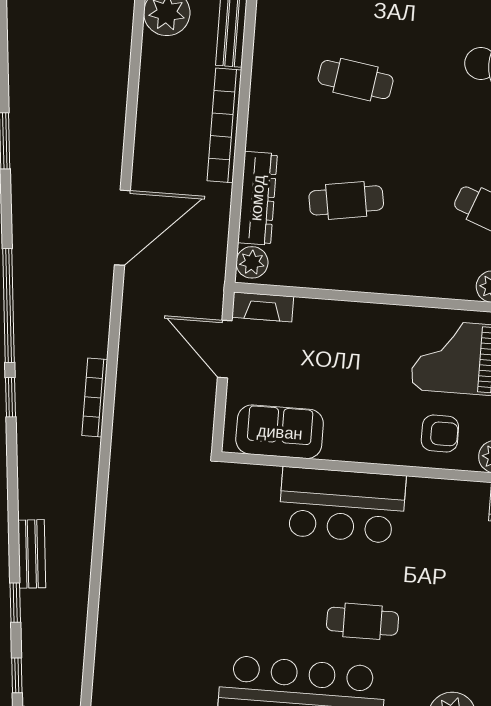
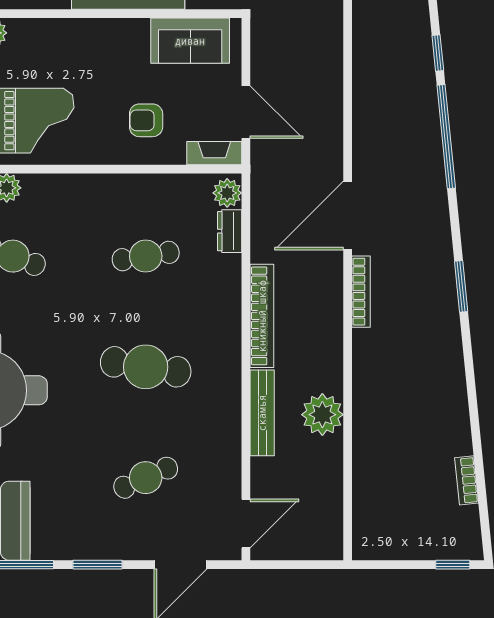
cafe table: (356, 80) -> (146, 367), width x1.37, depth x1.35
dresser: (257, 198) -> (230, 231), width x0.51, depth x0.80
bookcase: (95, 398) -> (361, 292), moved
armchair: (440, 434) -> (146, 120), moved

